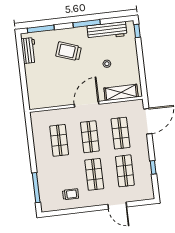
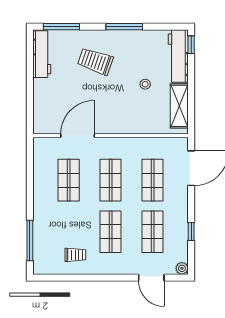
workbench: (107, 31) -> (178, 56), moved, turned 90
workbench: (29, 51) -> (42, 54), width x1.38
shelving: (121, 92) -> (179, 106), moved, turned 90
door: (87, 104) -> (78, 136), moved
plant: (150, 195) -> (182, 268), added
door: (117, 206) -> (151, 278), moved

